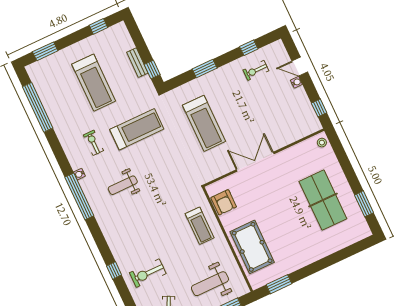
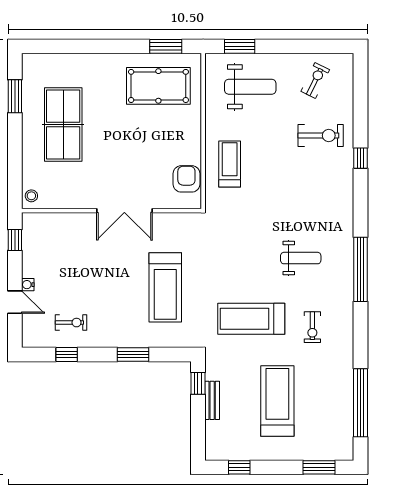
treadmill: (204, 123) -> (165, 287), turned 180
water cooler: (79, 174) -> (348, 297), removed
pool table: (252, 247) -> (158, 86), moved, turned 90

